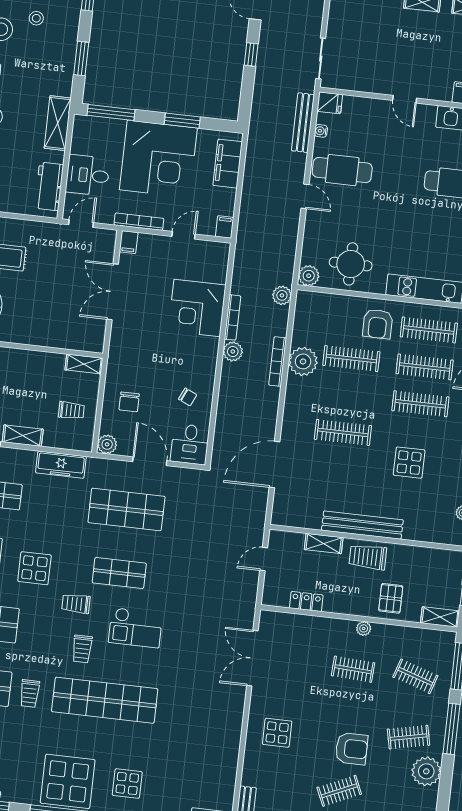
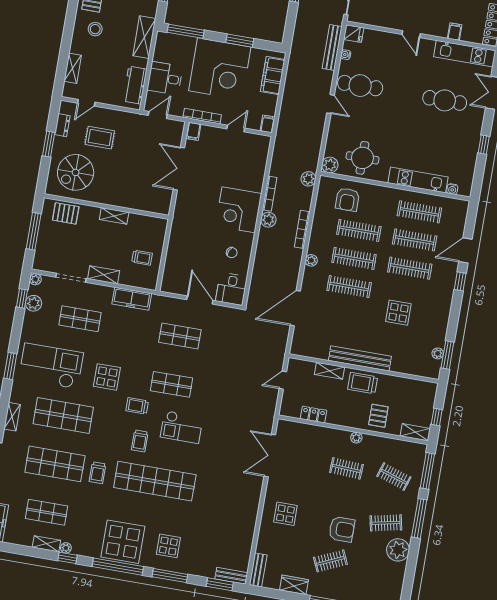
corner desk: (197, 308) -> (239, 210), moved
armchair: (378, 324) -> (347, 200), moved
plant: (303, 361) -> (311, 260), moved, width x0.53, depth x0.53
shelving: (84, 364) -> (114, 216), moved
clothes rail: (347, 395) -> (354, 258), added
chair: (129, 402) -> (187, 254), removed
plant: (107, 444) -> (168, 285), removed
shop shelf: (126, 509) -> (180, 336), width x0.70, depth x0.74

